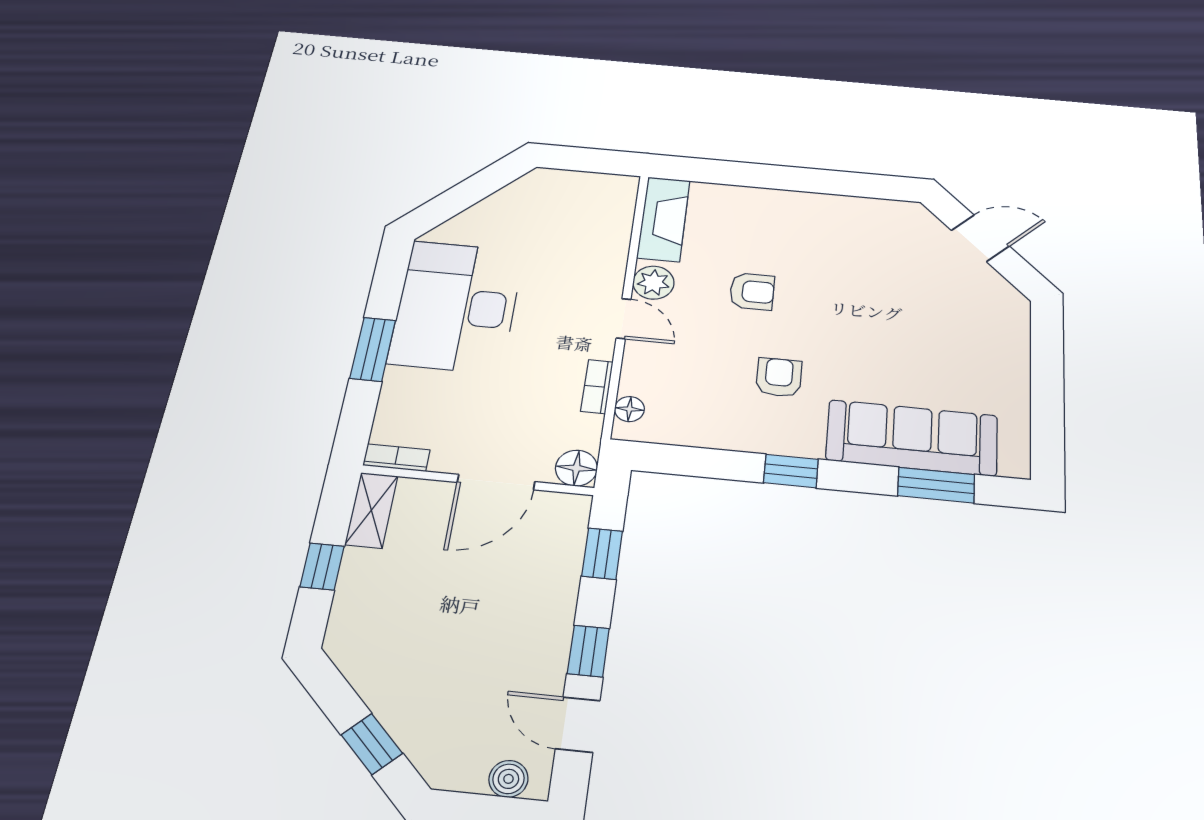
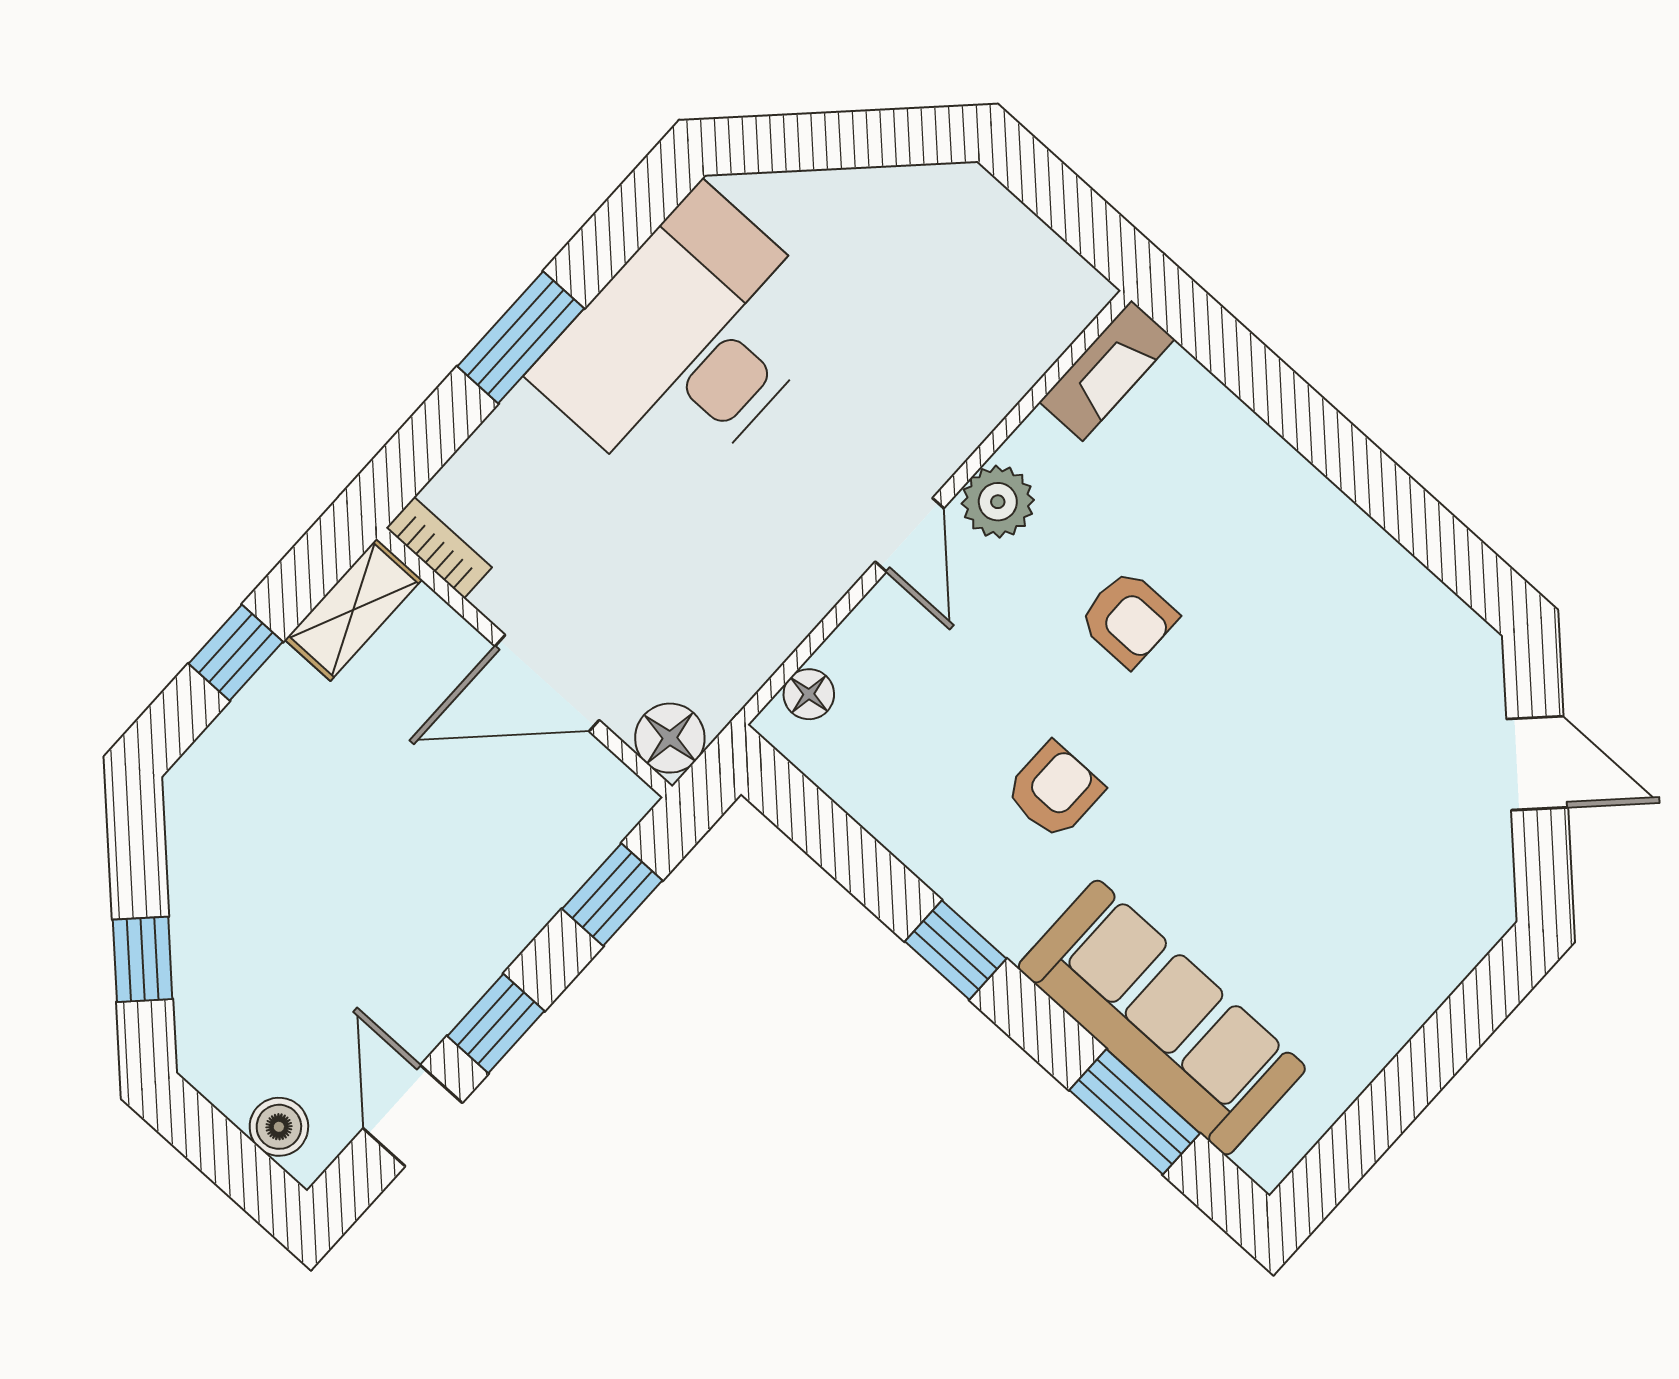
fireplace: (664, 219) -> (1107, 371), width x0.73, depth x0.76
bookcase: (597, 387) -> (790, 625), removed

